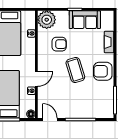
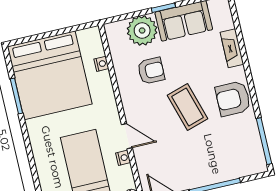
plant: (47, 20) -> (142, 30), moved
door: (36, 79) -> (127, 136), hinge flipped

